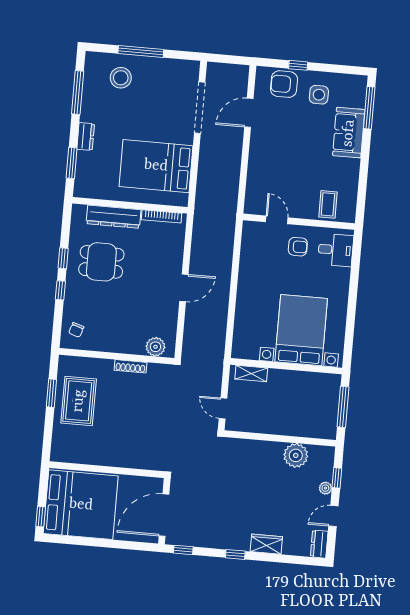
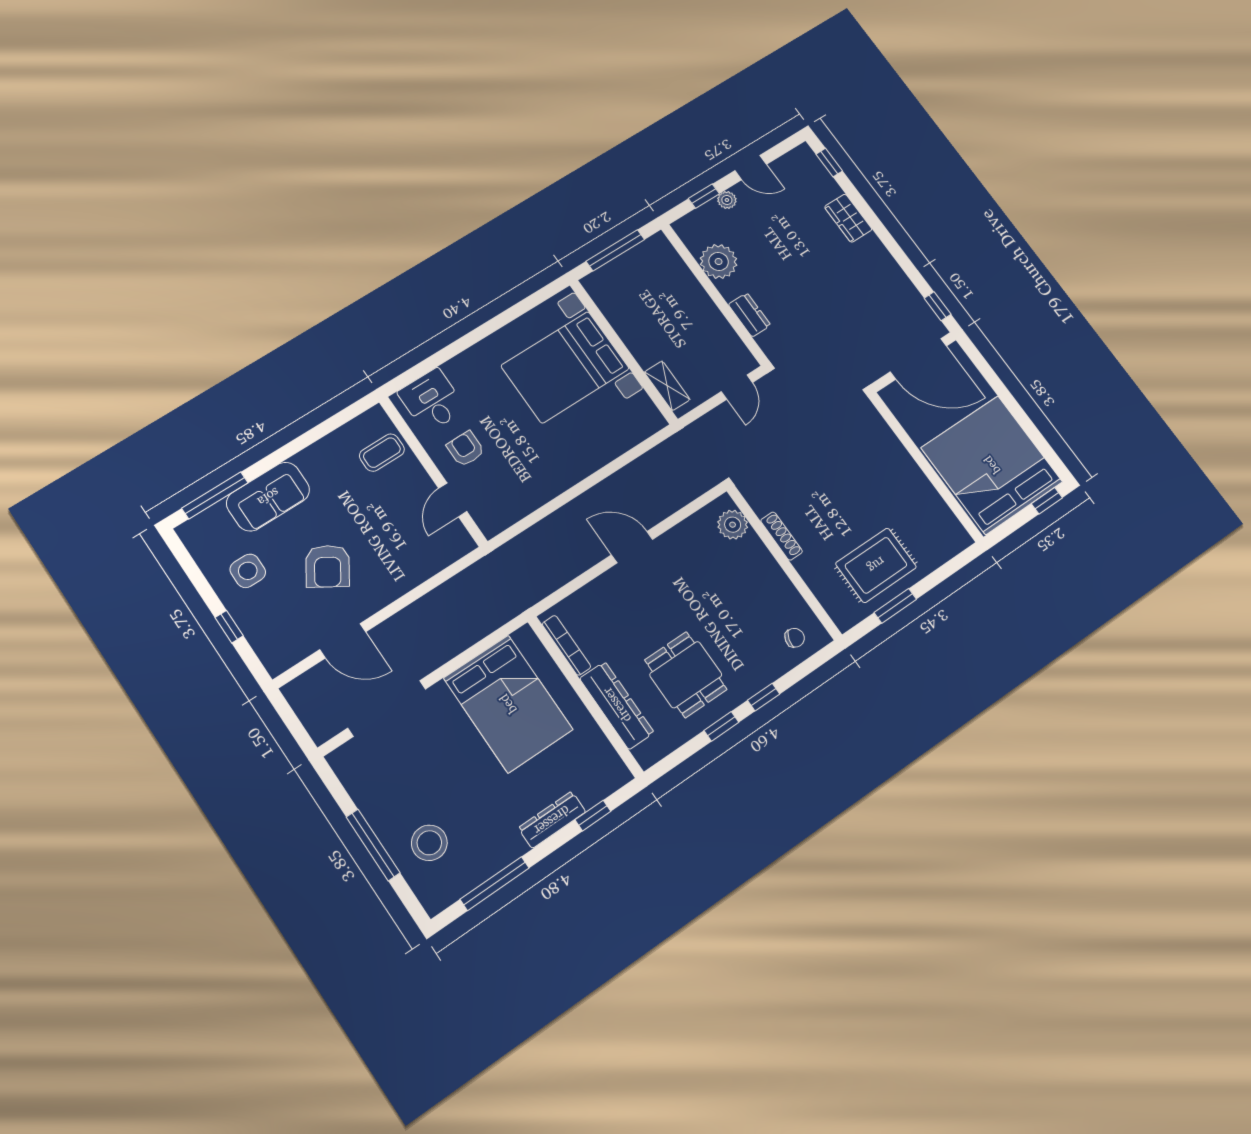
armchair: (284, 84) -> (328, 566), moved, turned 32
dresser: (86, 137) -> (552, 820), width x1.44
window: (72, 163) -> (593, 815), width x0.67
dresser: (319, 544) -> (750, 315), moved, turned -90
window: (235, 554) -> (829, 163), moved

